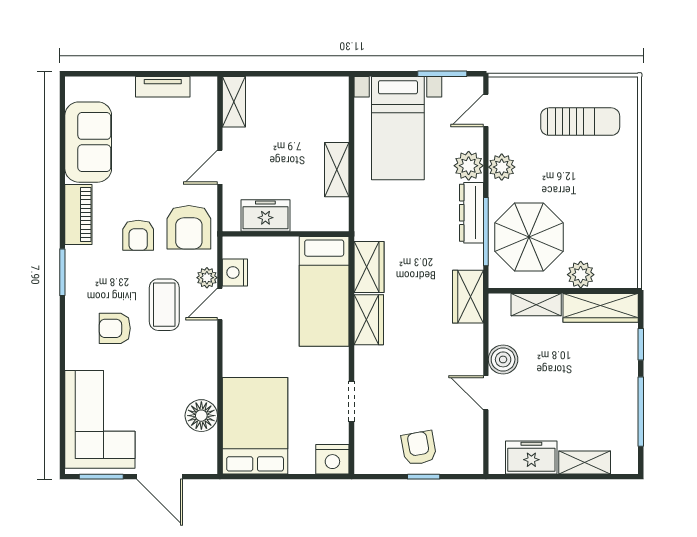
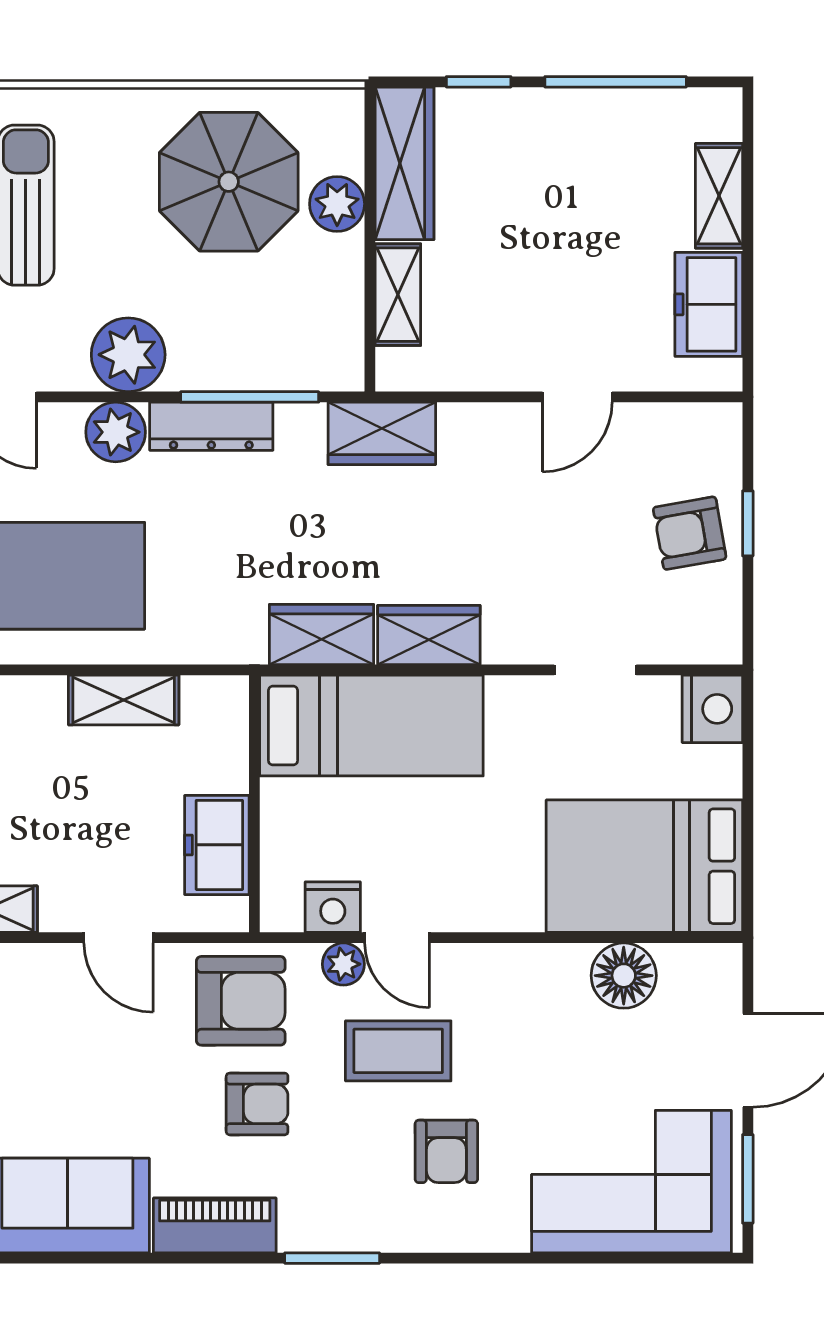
plant: (502, 167) -> (128, 355), width x1.36, depth x1.36
parasol: (529, 237) -> (229, 182), moved
boiler: (503, 359) -> (510, 362), removed

